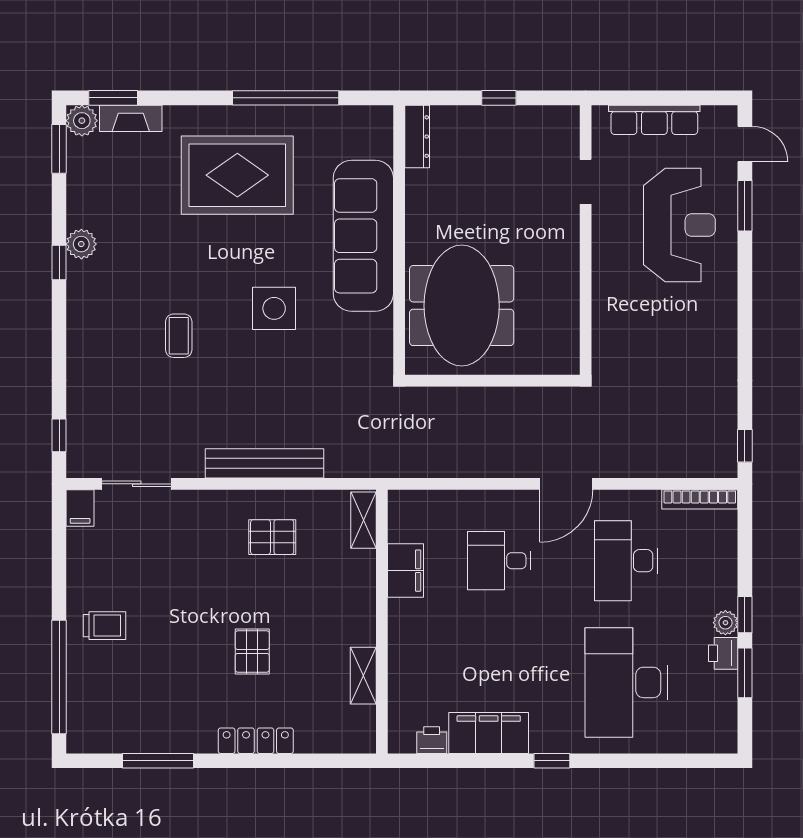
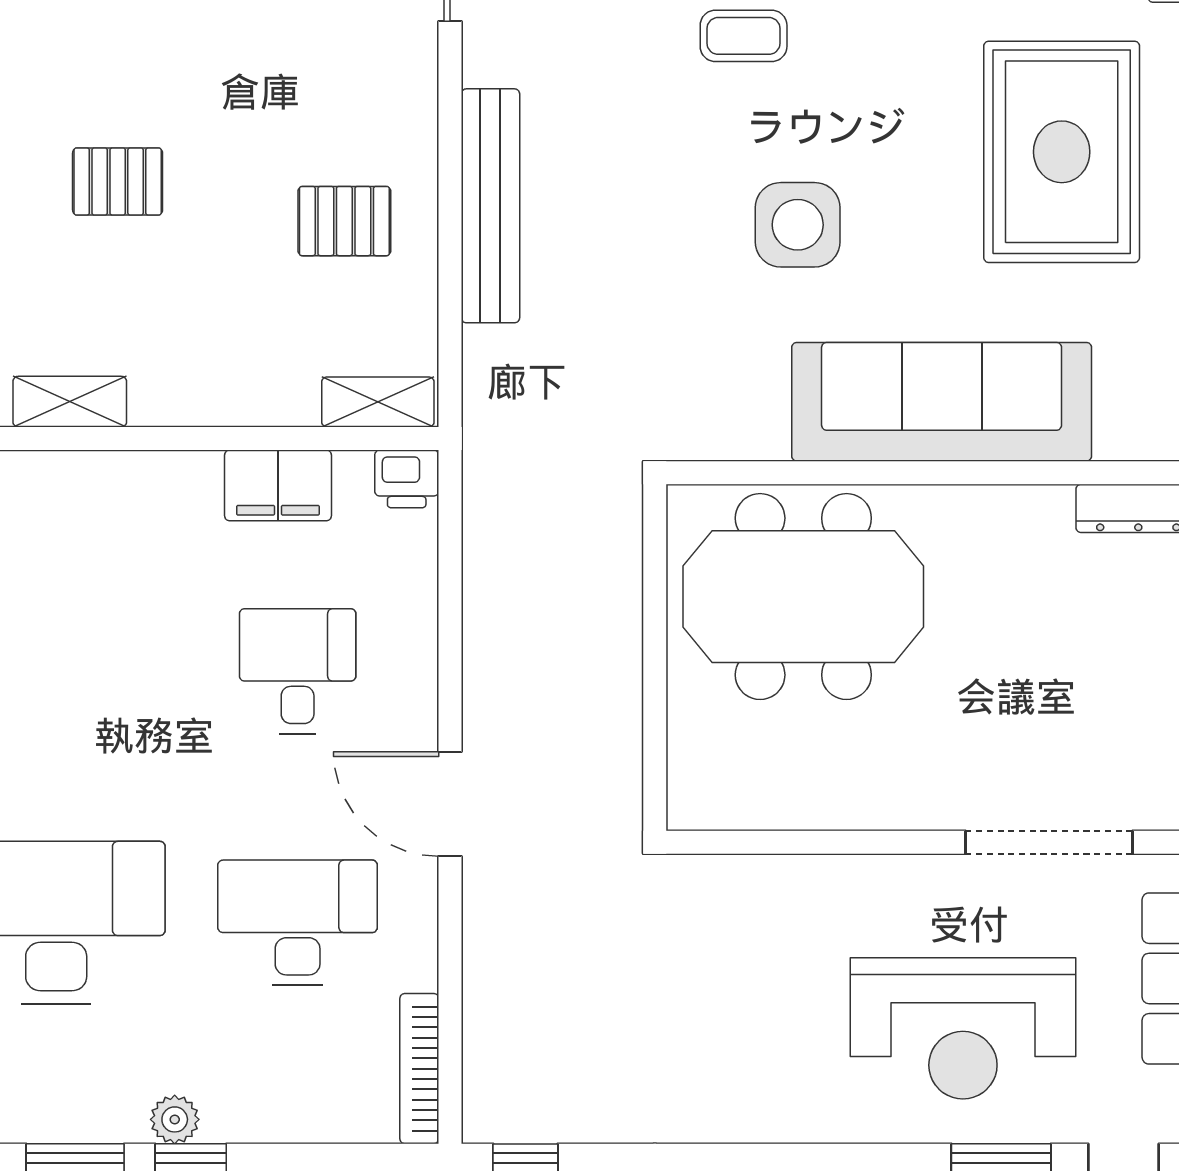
doorway: (586, 182) -> (1049, 842), width x1.88
pallet: (272, 537) -> (344, 221), turned 90
printer: (723, 653) -> (407, 479), moved, turned 180

